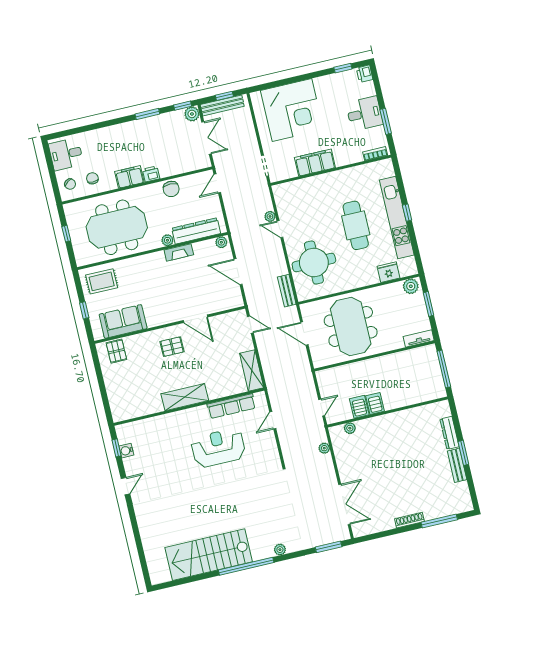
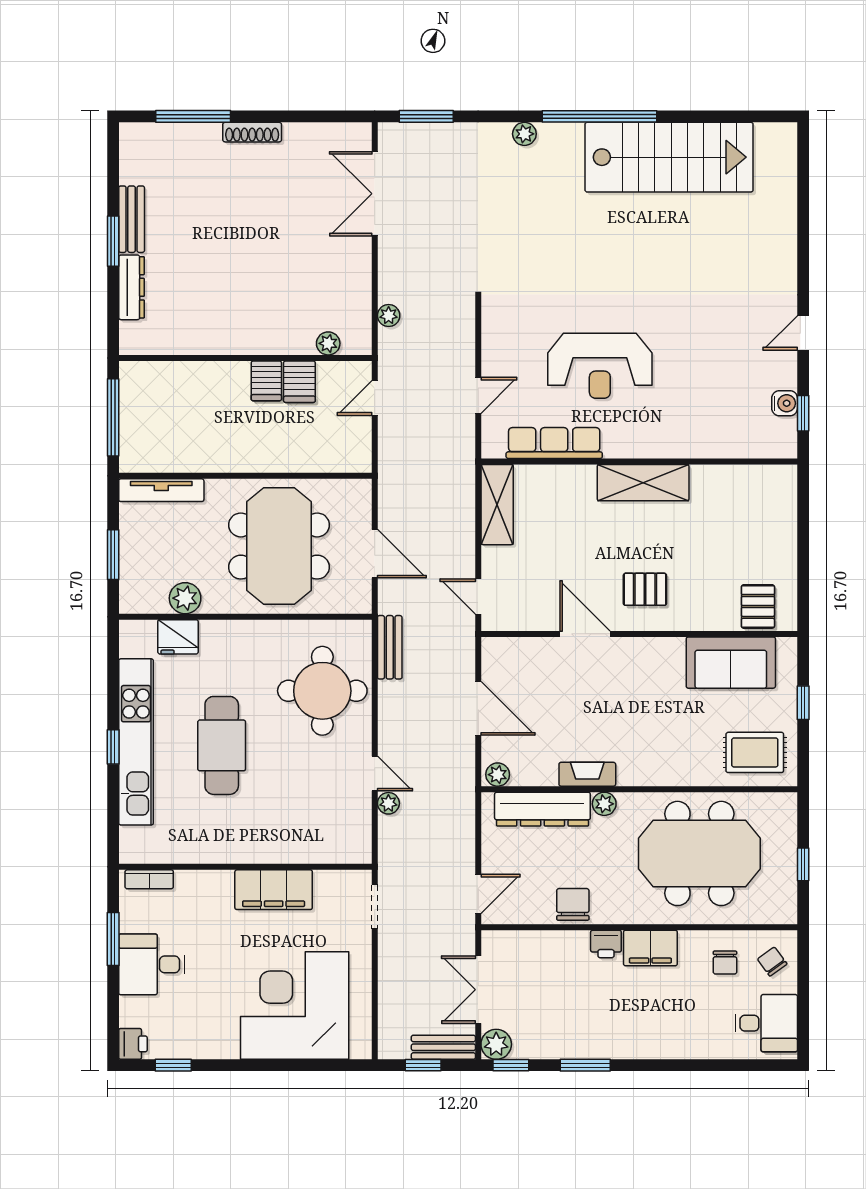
bench: (222, 105) -> (443, 1047), width x0.73
plant: (411, 286) -> (185, 598), moved
tv unit: (419, 338) -> (161, 490), width x1.41

